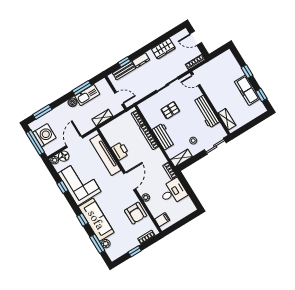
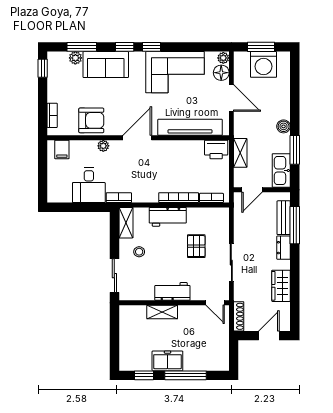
window: (124, 62) -> (295, 225), width x2.17
window: (247, 72) -> (186, 375), width x2.17
door: (196, 80) -> (215, 303), swing flipped
freezer: (247, 90) -> (167, 361), width x0.71
kitchen sink: (87, 95) -> (281, 171), moved
window: (42, 112) -> (295, 80), removed
workbench: (206, 112) -> (172, 291), width x0.73
shelving: (227, 119) -> (162, 312), moved
window: (35, 143) -> (261, 47), width x0.69
printer: (120, 151) -> (216, 150), moved
door: (130, 181) -> (137, 138), swing flipped
window: (63, 187) -> (151, 47), moved
armchair: (136, 213) -> (91, 120), turned 180
sofa: (96, 220) -> (106, 65), width x0.73
window: (135, 251) -> (43, 68), moved

